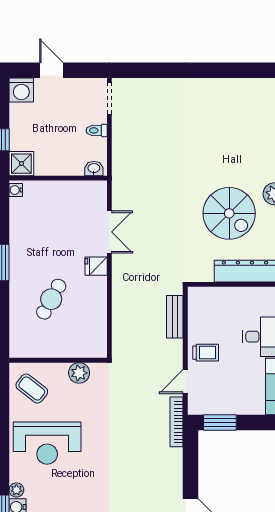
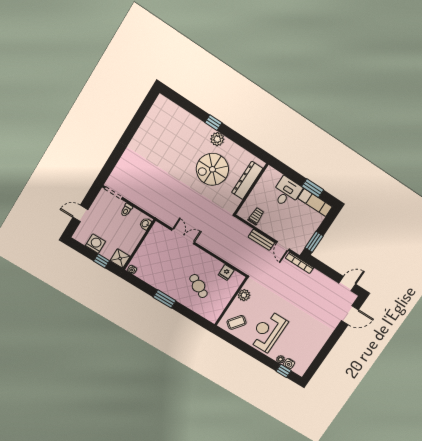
washing machine: (21, 90) -> (95, 244), moved, turned -90
spiral stairs: (229, 213) -> (212, 169), turned 180
fridge: (96, 266) -> (226, 272), moved
bench: (175, 317) -> (261, 240), moved
trolley: (206, 353) -> (256, 216), moved
reception desk: (47, 443) -> (268, 331), turned 180

